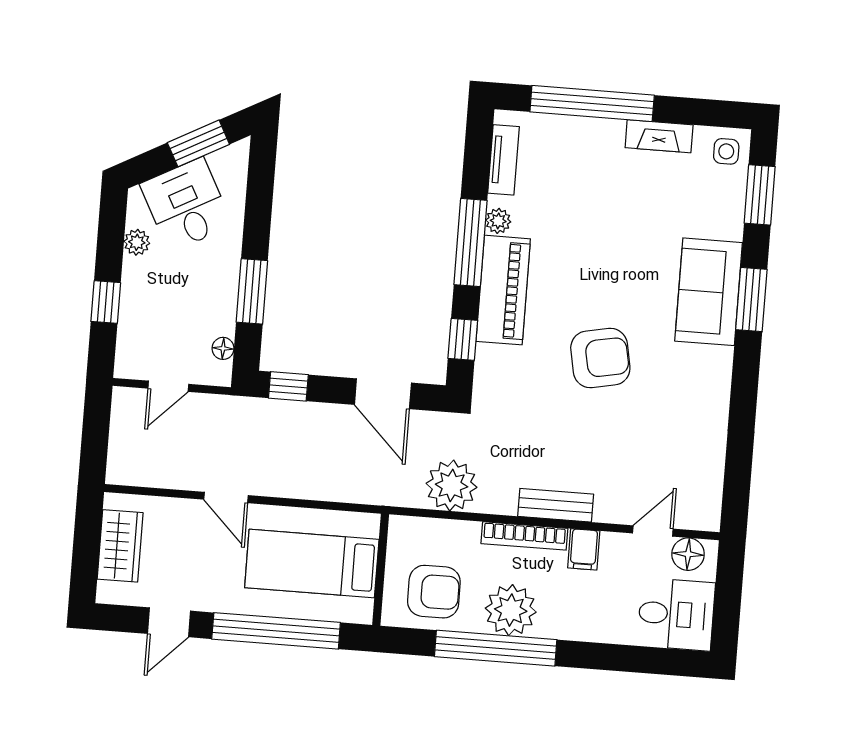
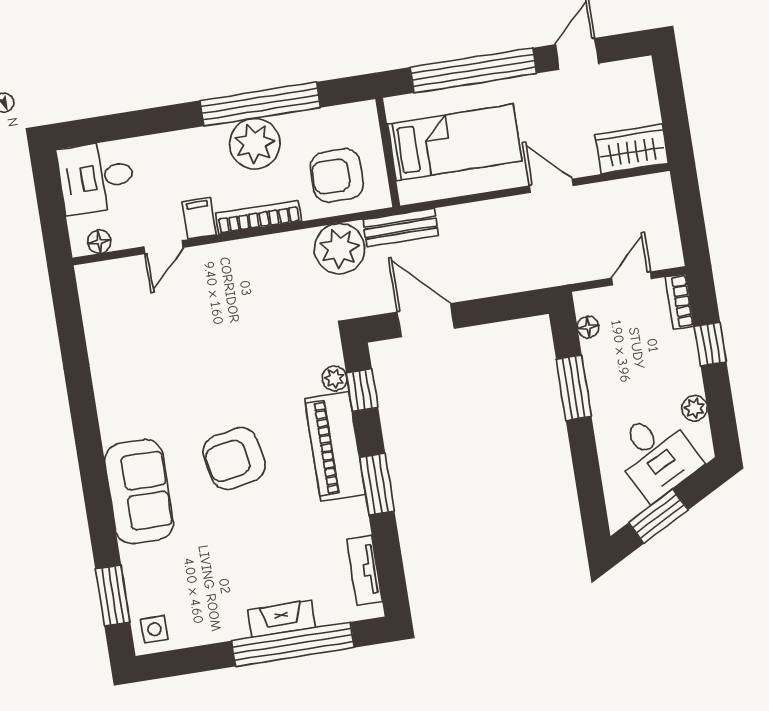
fireplace: (659, 136) -> (282, 619), moved
plant: (498, 221) -> (334, 378), moved
window: (470, 242) -> (377, 484), width x0.69
window: (751, 299) -> (97, 494), removed
bookcase: (126, 352) -> (680, 302), added
armchair: (600, 358) -> (234, 459), moved
window: (288, 386) -> (517, 306), removed
bench: (556, 505) -> (401, 228), moved
door: (653, 531) -> (164, 247), moved
wardrobe: (120, 546) -> (632, 149), moved, turned 90
floor lamp: (688, 554) -> (99, 242), width x0.73, depth x0.73
armchair: (434, 592) -> (337, 175), moved

